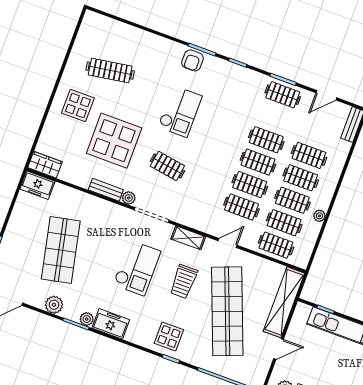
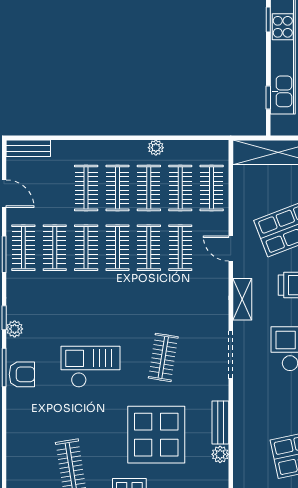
plant: (227, 67) -> (15, 329), added
clothes rail: (274, 117) -> (55, 248), added
plant: (129, 198) -> (220, 454), moved

